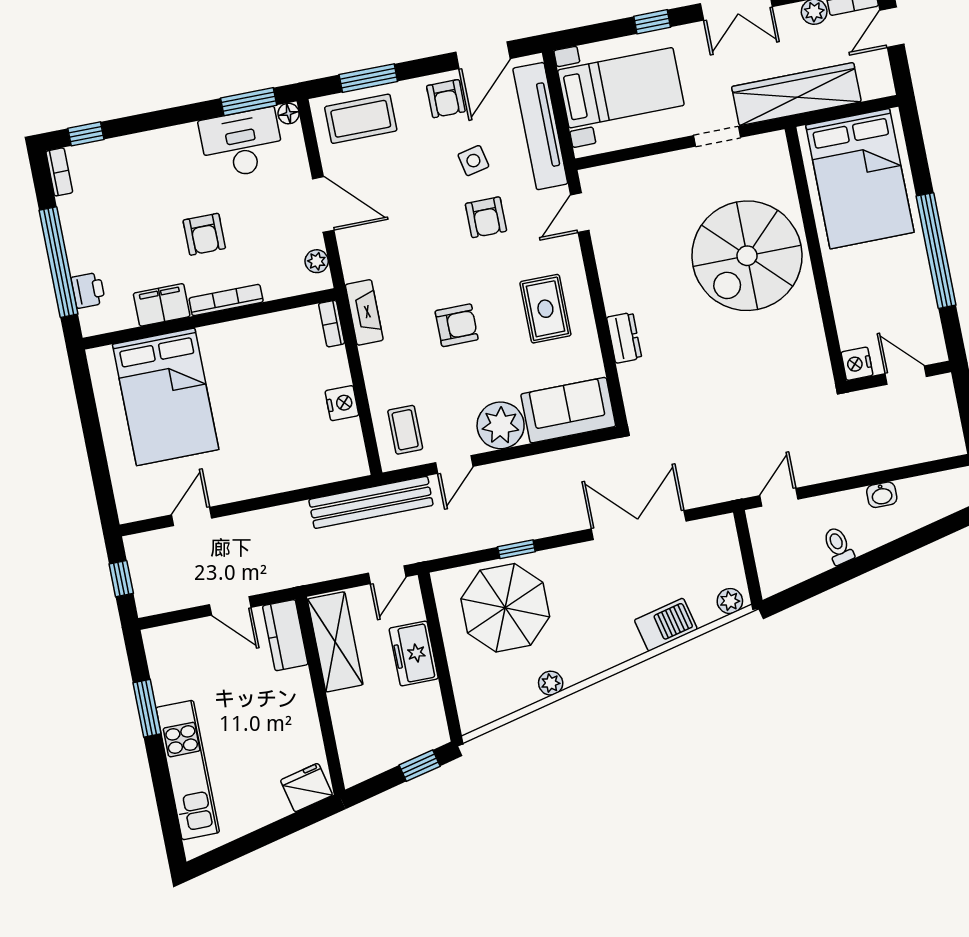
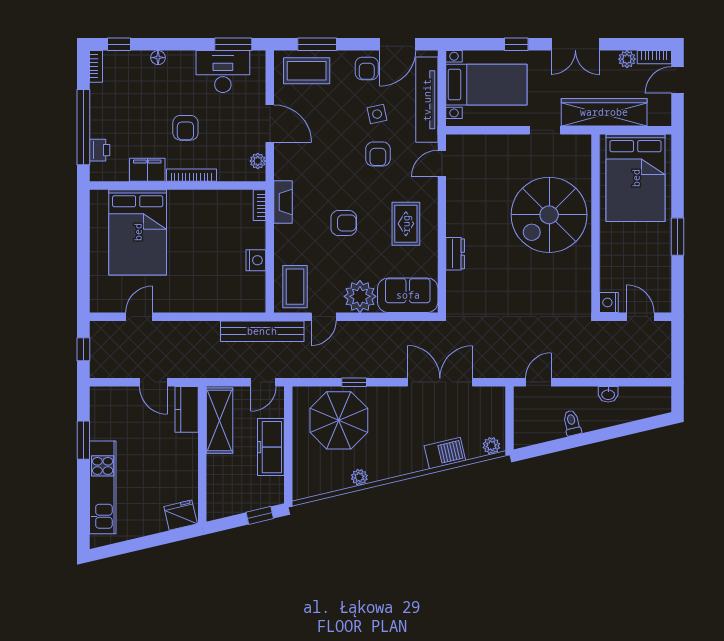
floor lamp: (289, 114) -> (158, 58), moved
window: (936, 251) -> (677, 237), width x0.47
coffee table: (405, 430) -> (295, 287), width x1.36, depth x1.30
freezer: (414, 653) -> (271, 447), width x1.40

